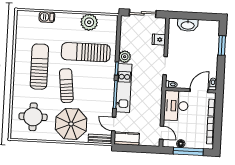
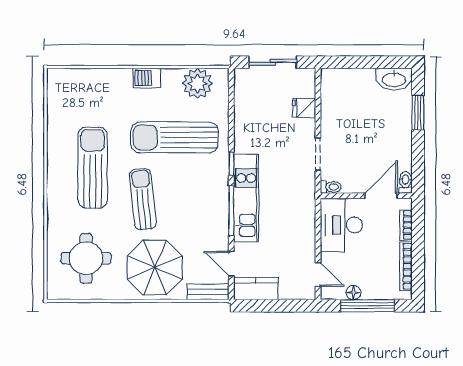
barbecue: (47, 17) -> (147, 78), moved
plant: (89, 22) -> (197, 83), moved
washbasin: (188, 25) -> (394, 79), moved
plant: (125, 57) -> (245, 142), removed

